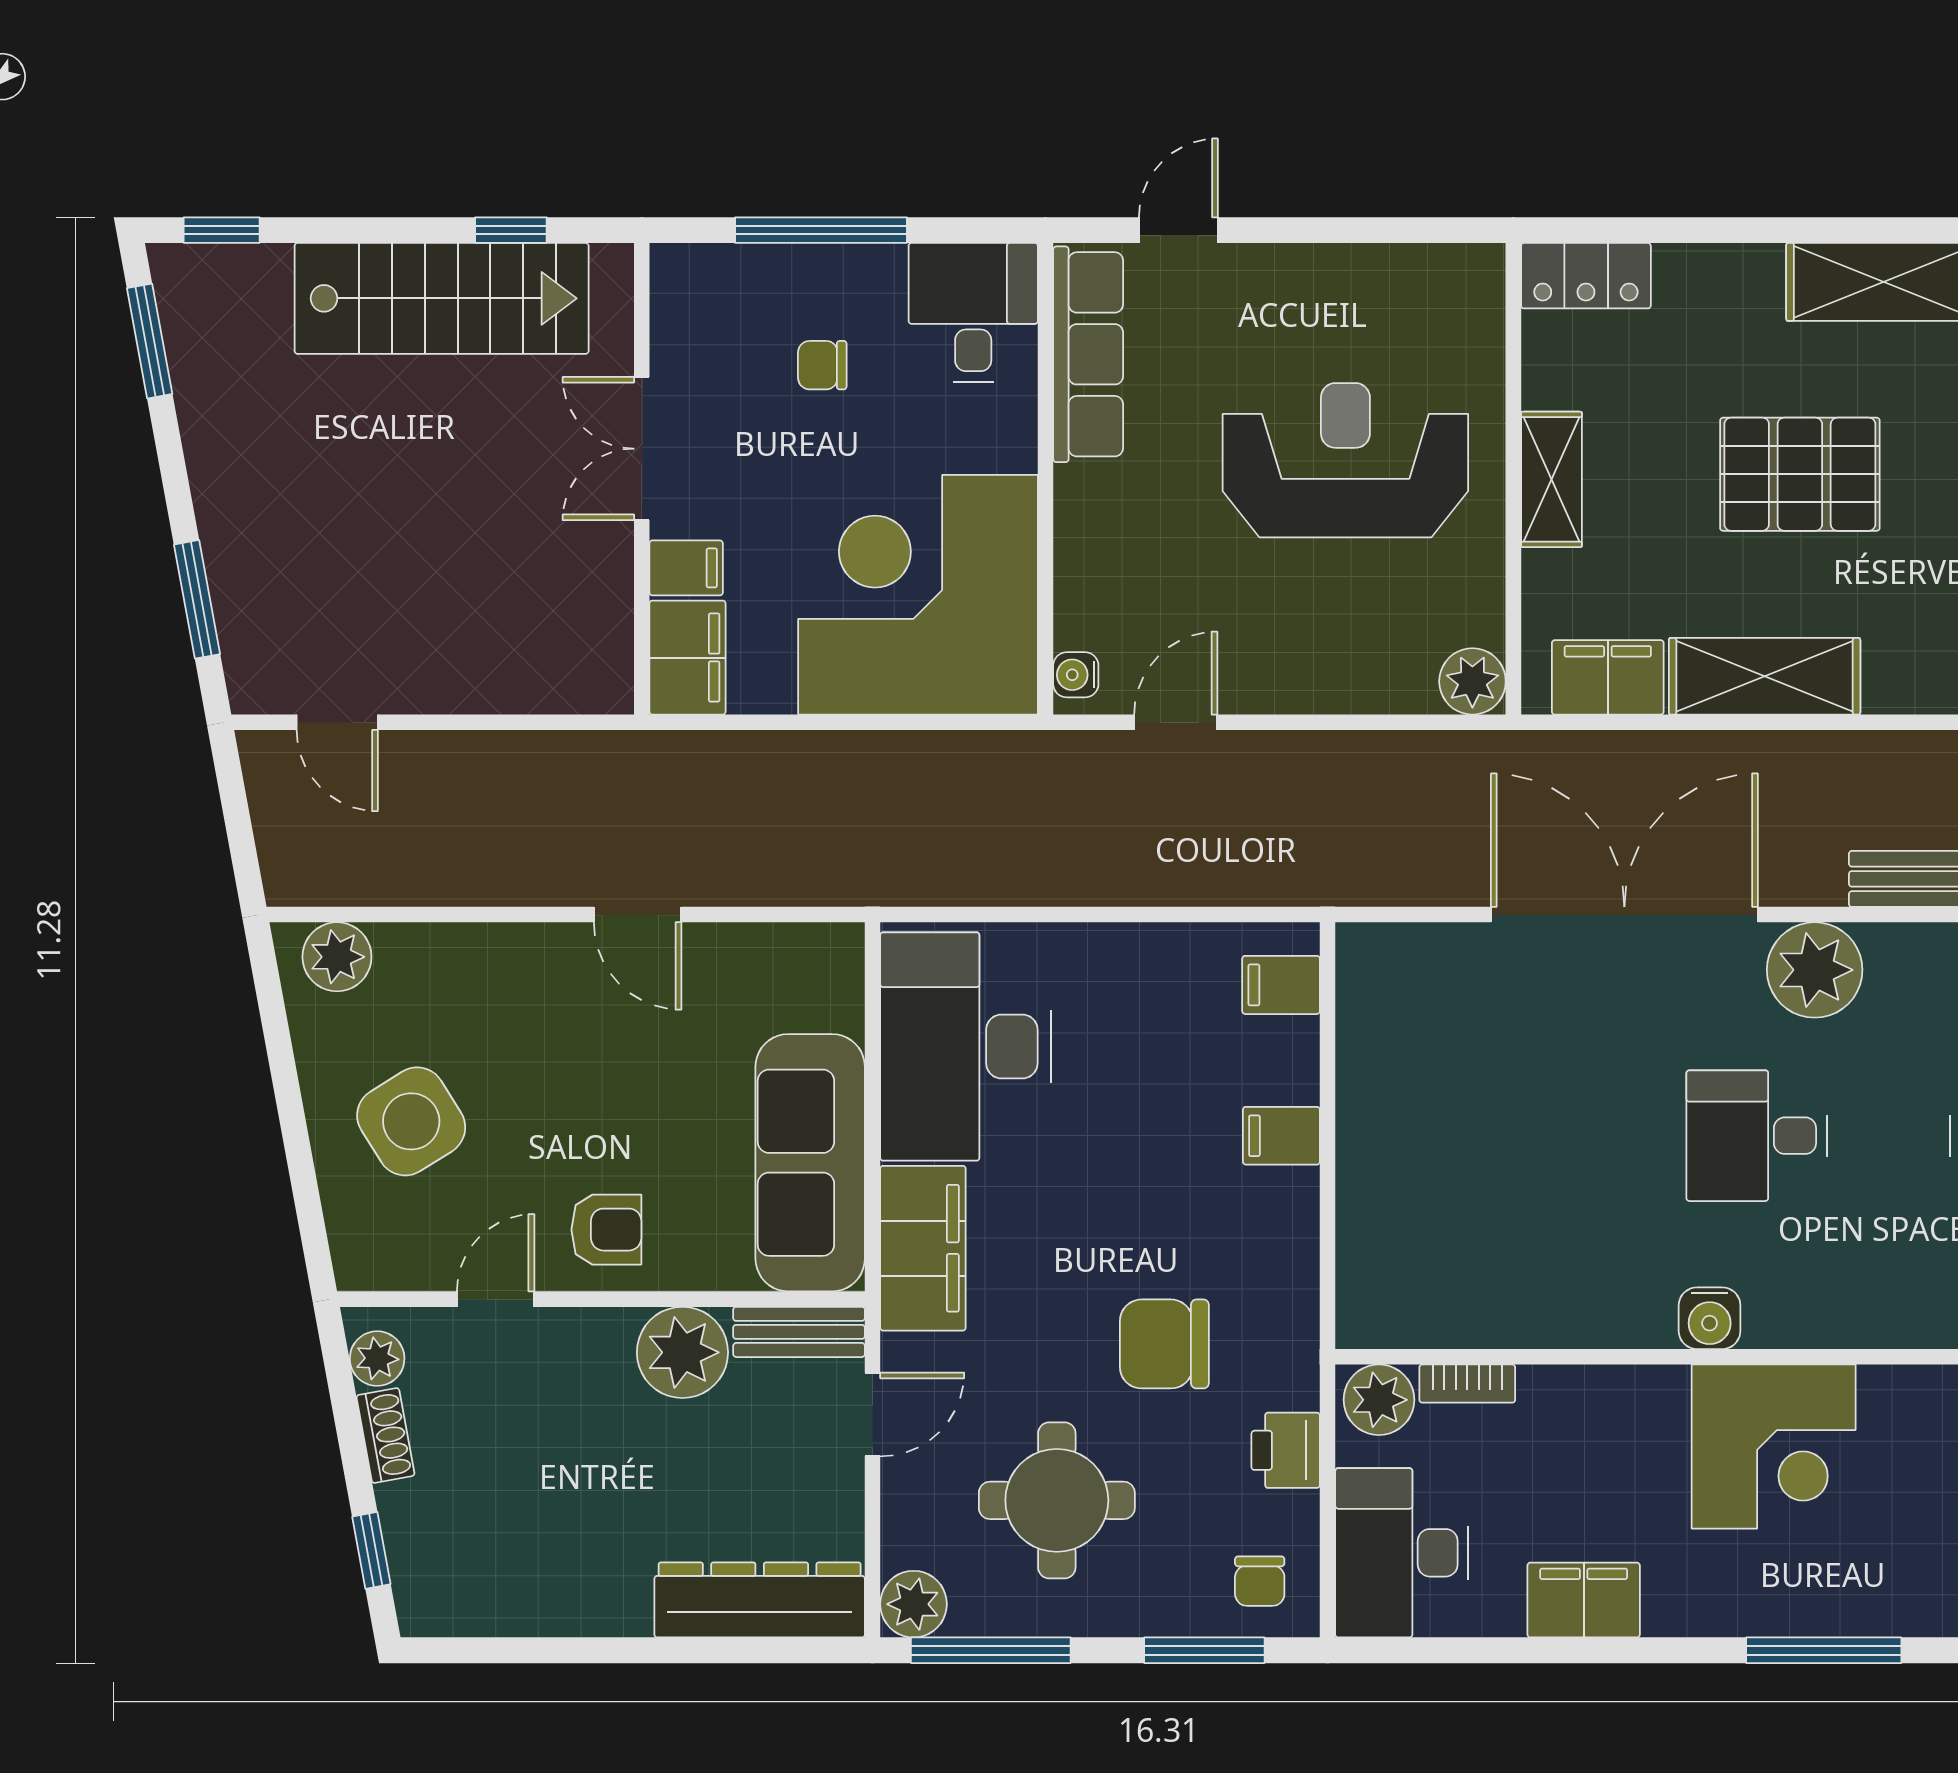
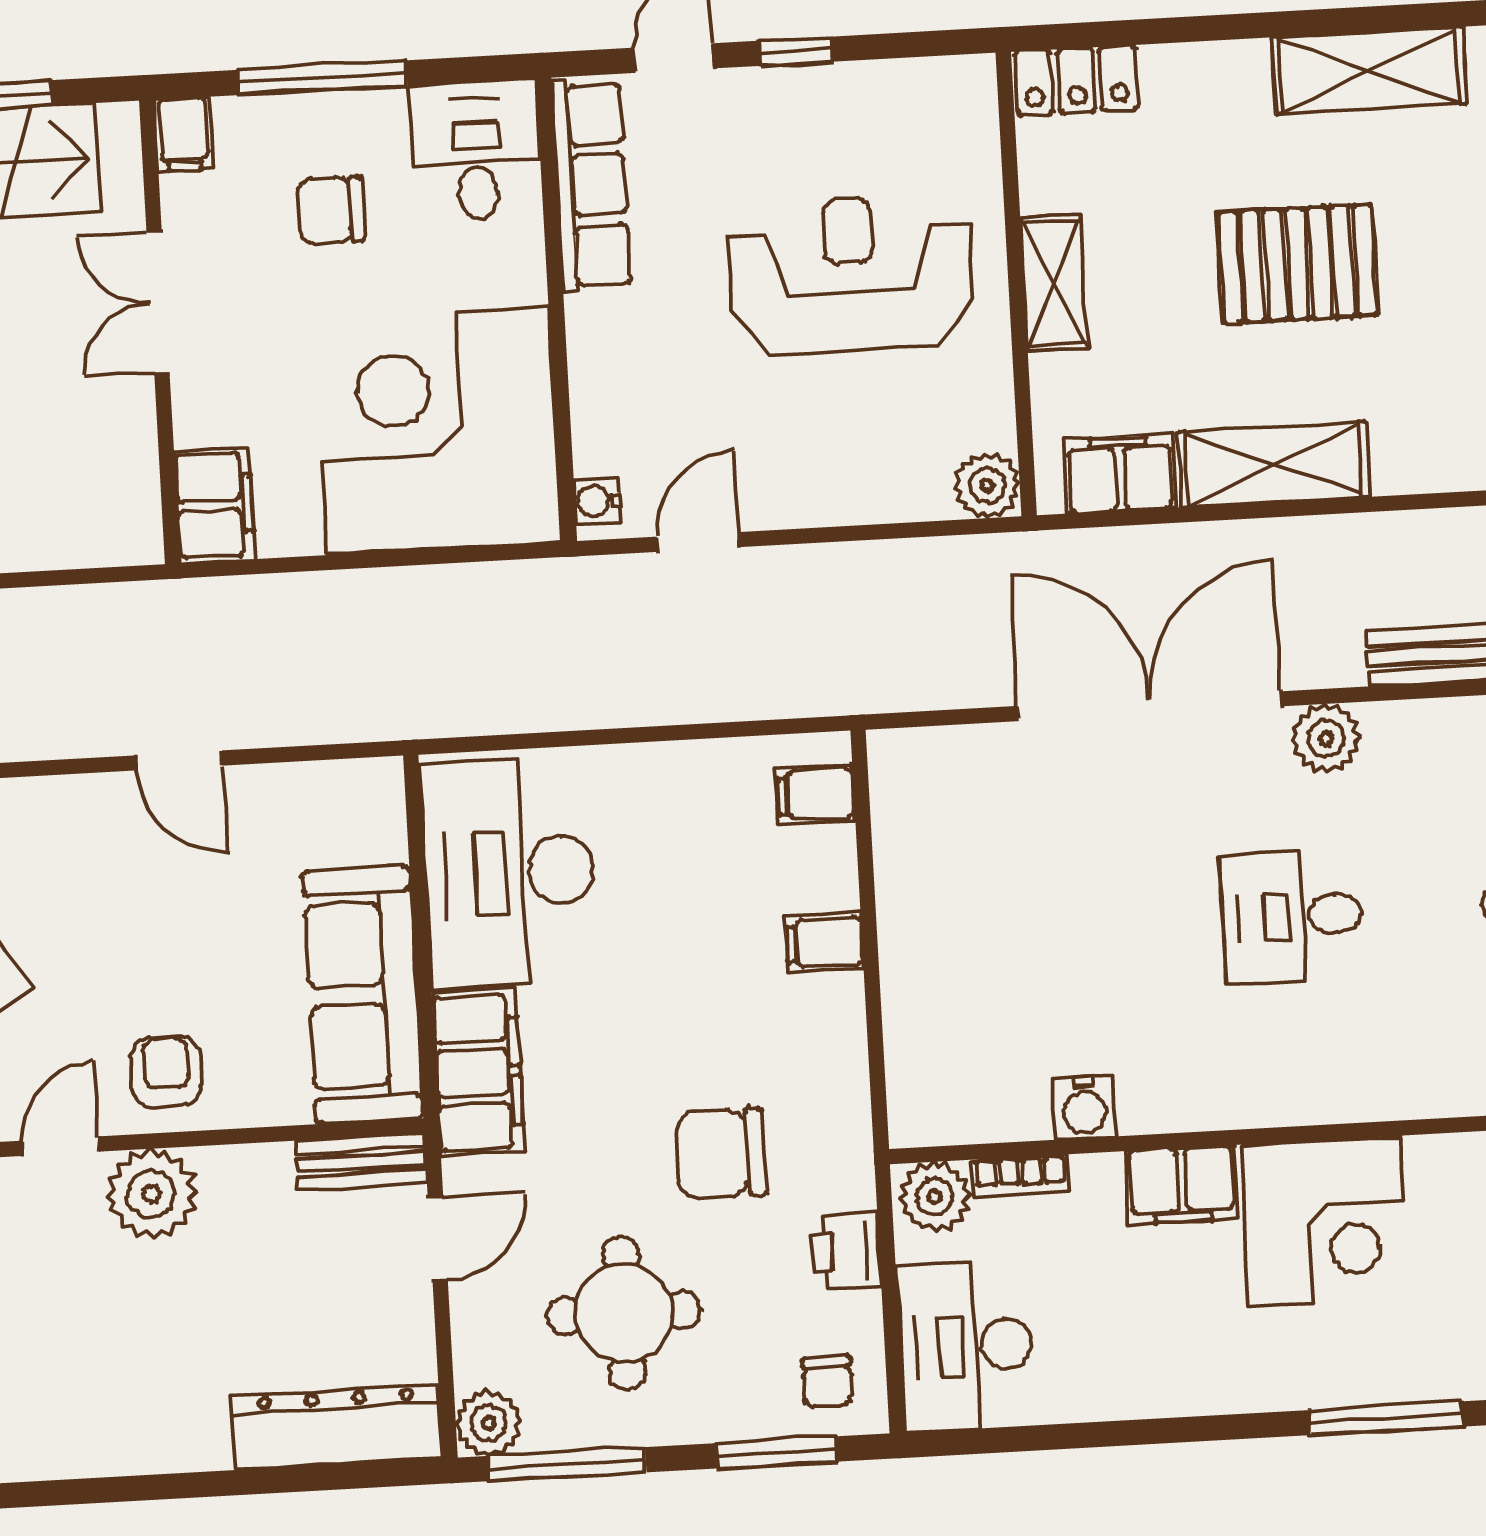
window: (1304, 230) -> (796, 51), added
chair: (822, 365) -> (331, 210), width x1.37, depth x1.37
filing cabinet: (686, 568) -> (183, 134), moved, turned 90
plant: (1815, 970) -> (1326, 738), width x0.73, depth x0.73
armchair: (606, 1230) -> (166, 1072), turned -90
water cooler: (1710, 1318) -> (1085, 1108), moved
plant: (682, 1352) -> (151, 1194), moved
filing cabinet: (1584, 1600) -> (1182, 1185), moved, turned 180

